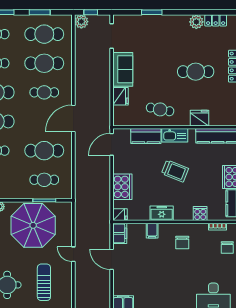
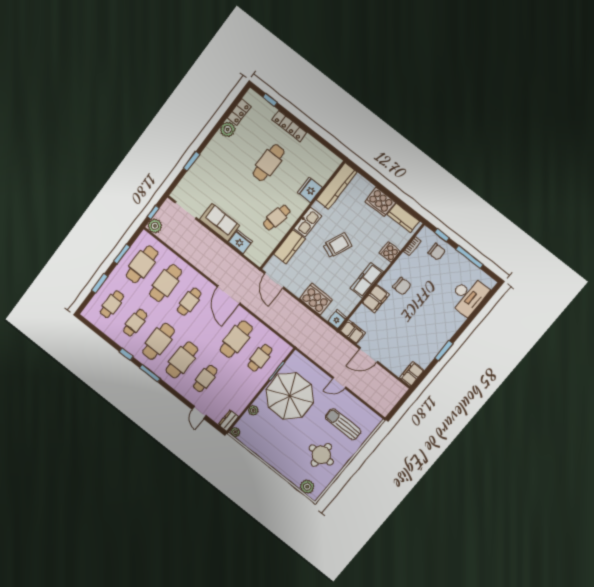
freezer: (162, 213) -> (367, 280), width x1.40
filing cabinet: (152, 231) -> (376, 299), width x2.00

